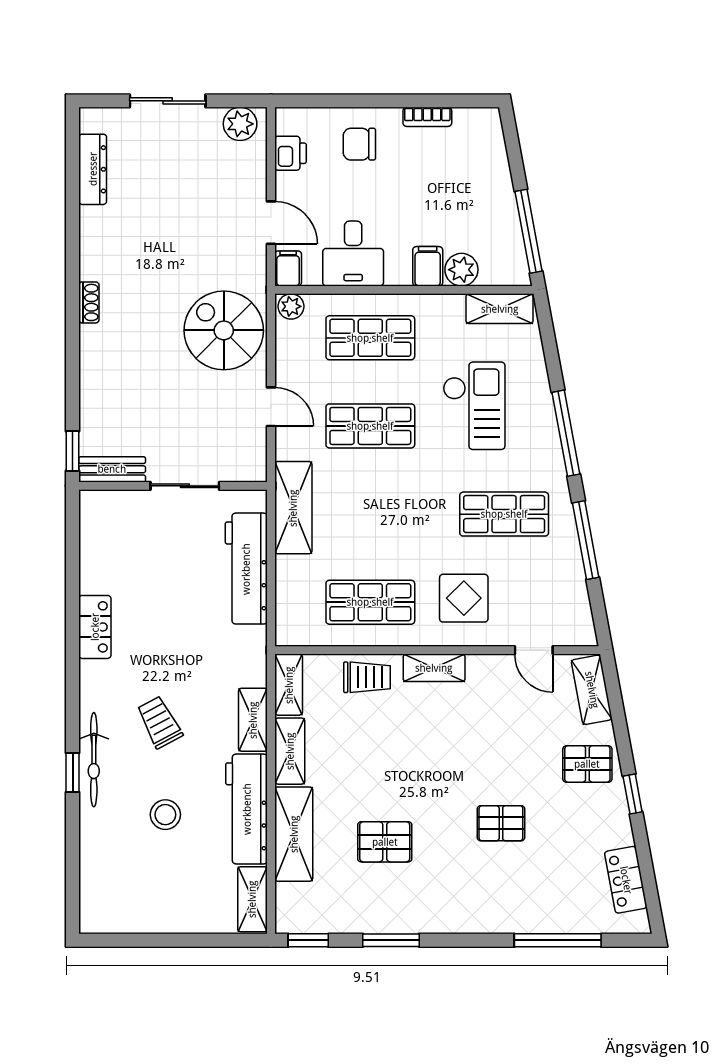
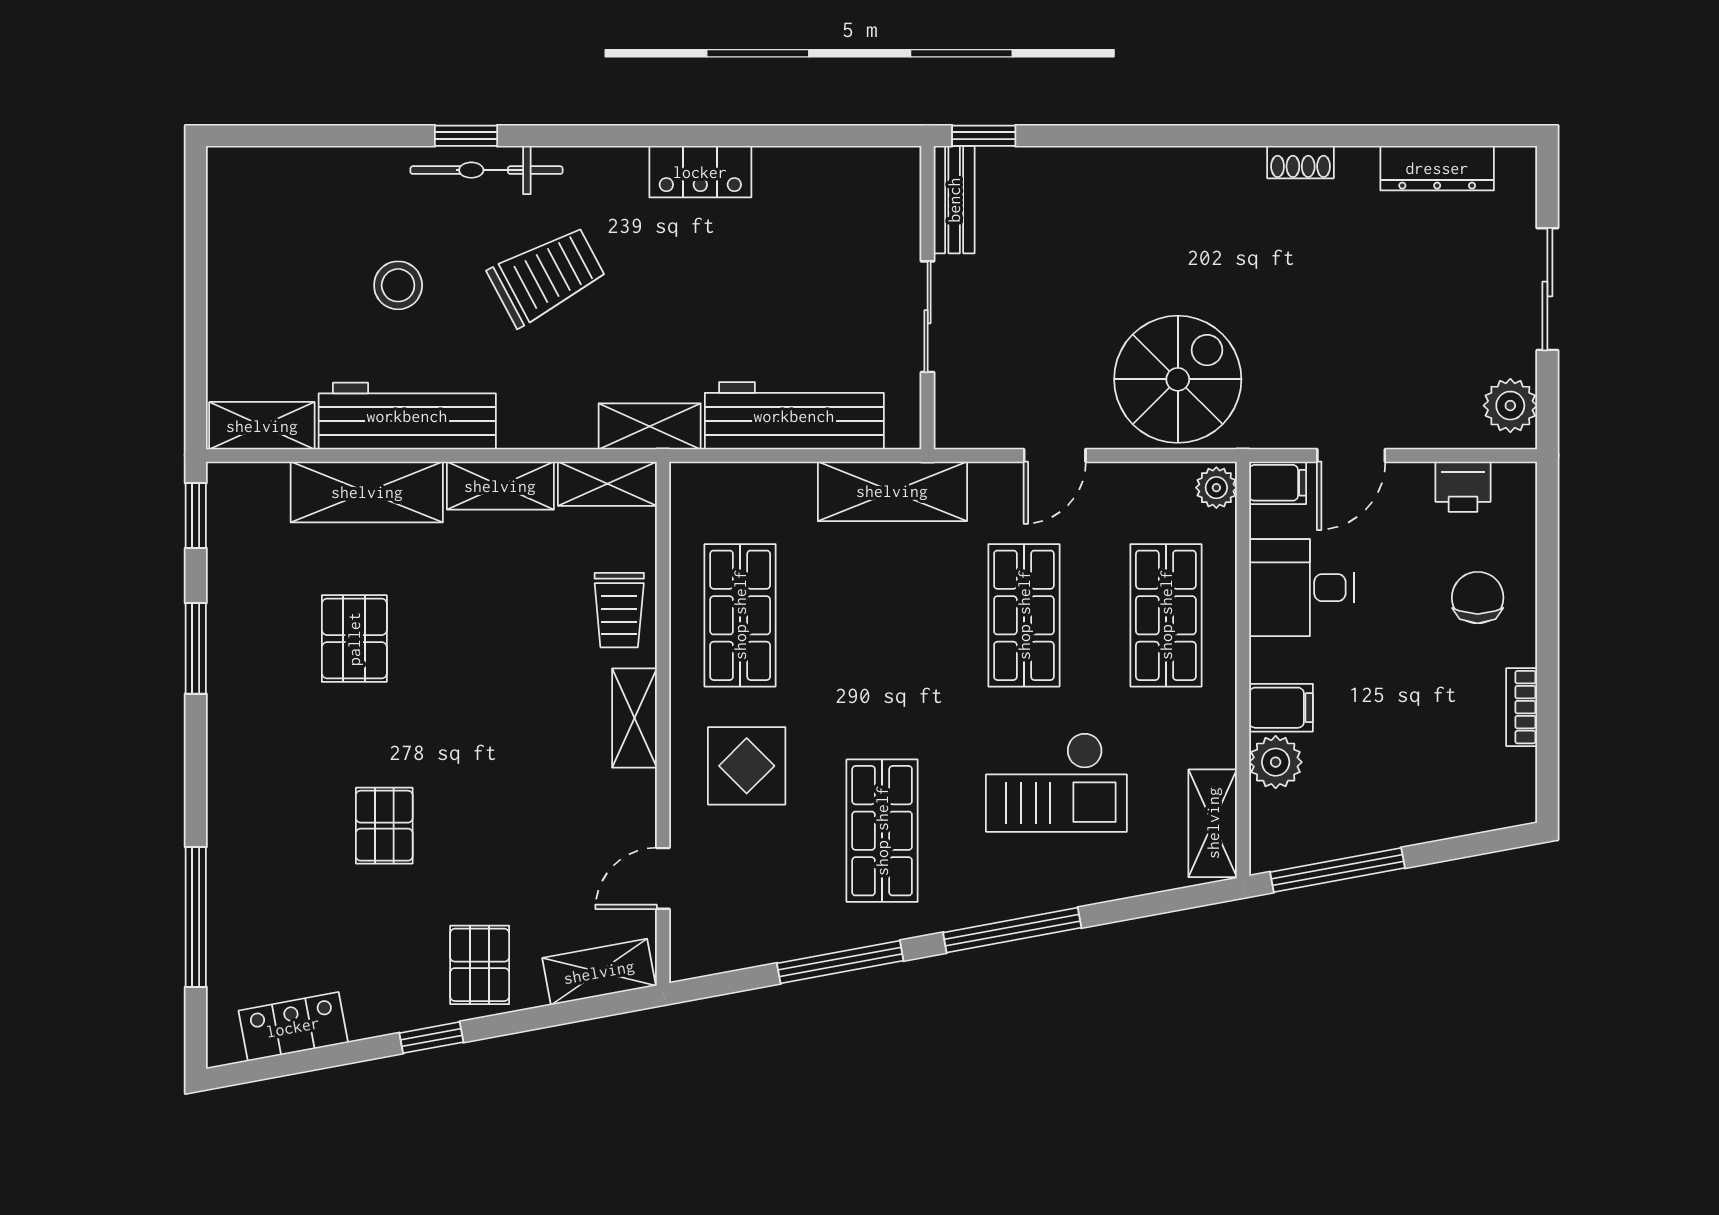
shoe rack: (89, 302) -> (1301, 162), moved
shelving: (253, 720) -> (650, 426), moved
trolley: (160, 722) -> (547, 276), width x1.36, depth x1.39

